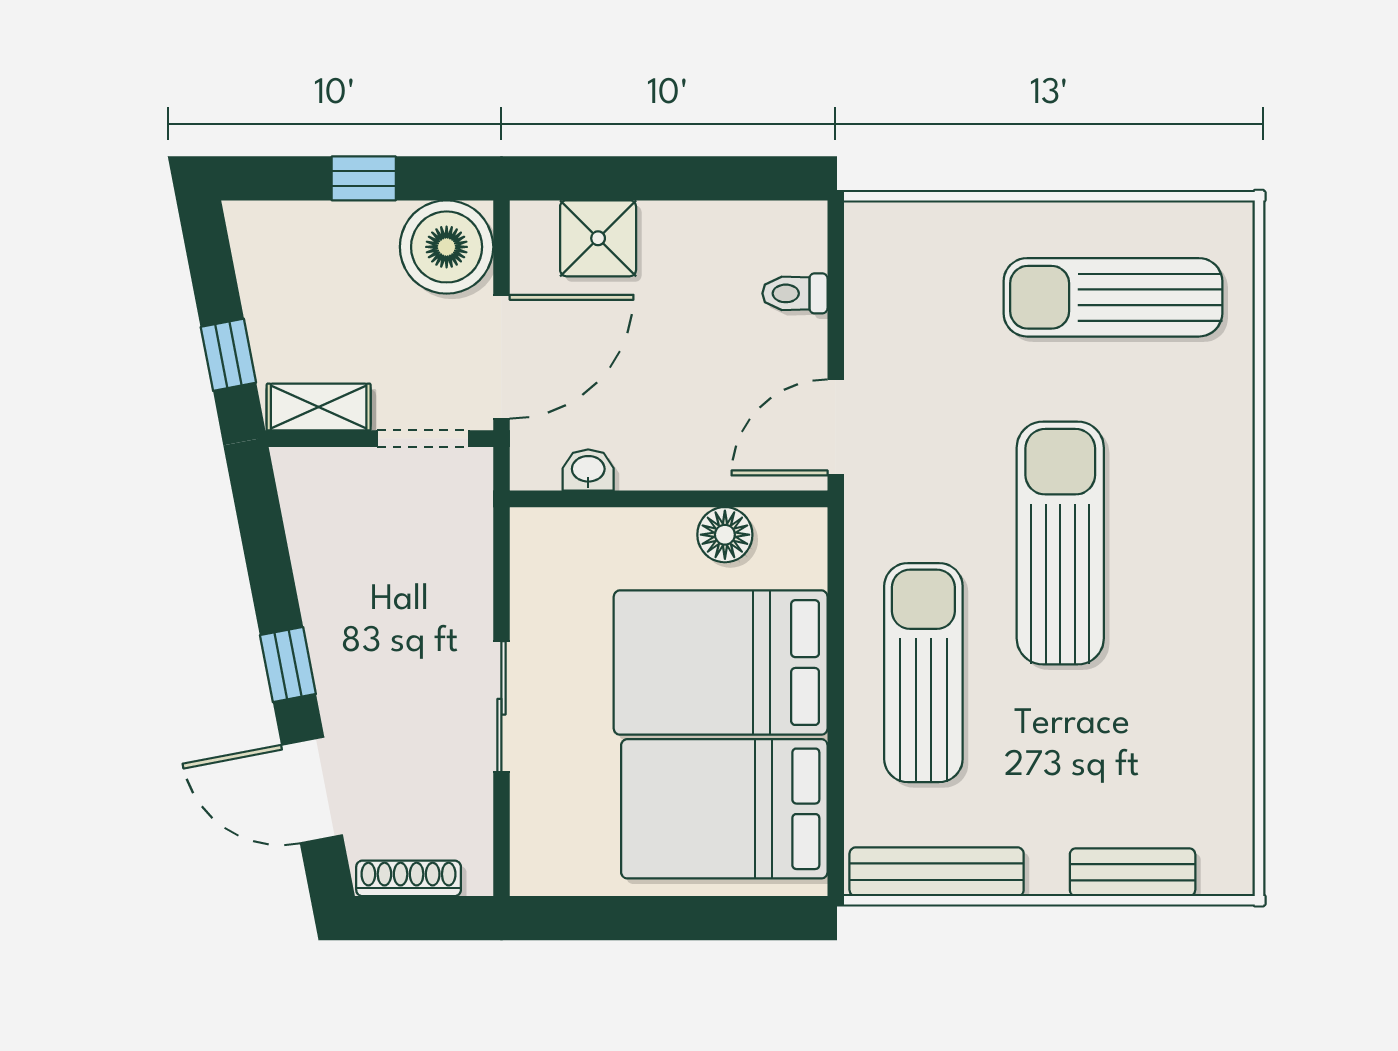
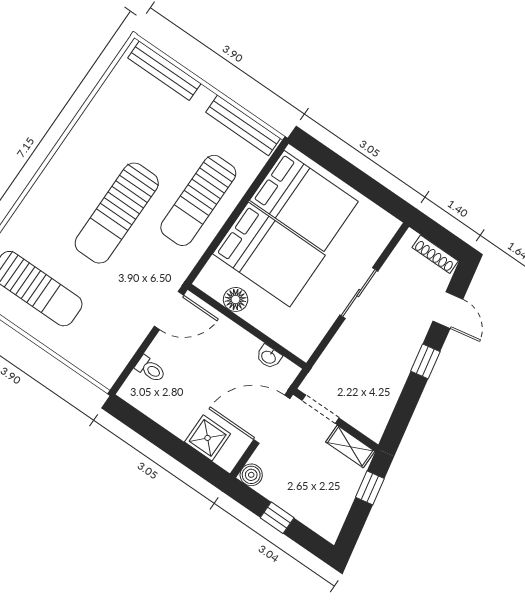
boiler: (447, 247) -> (251, 475), width x0.54, depth x0.54
door: (312, 790) -> (448, 310), width x0.73
bench: (1133, 872) -> (164, 71), width x1.36

